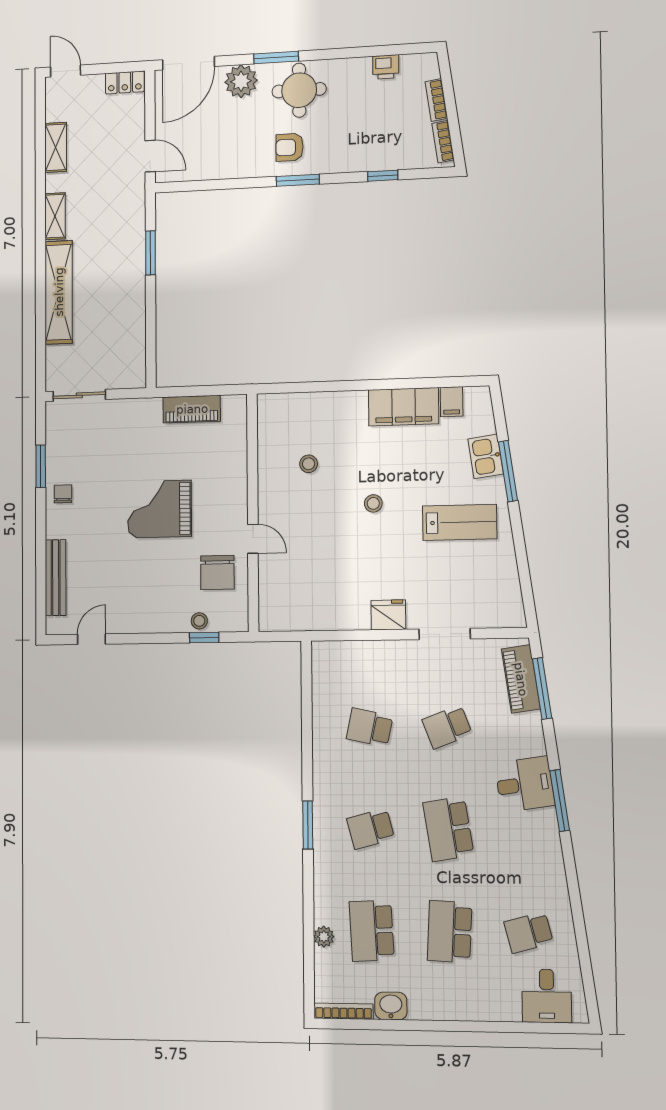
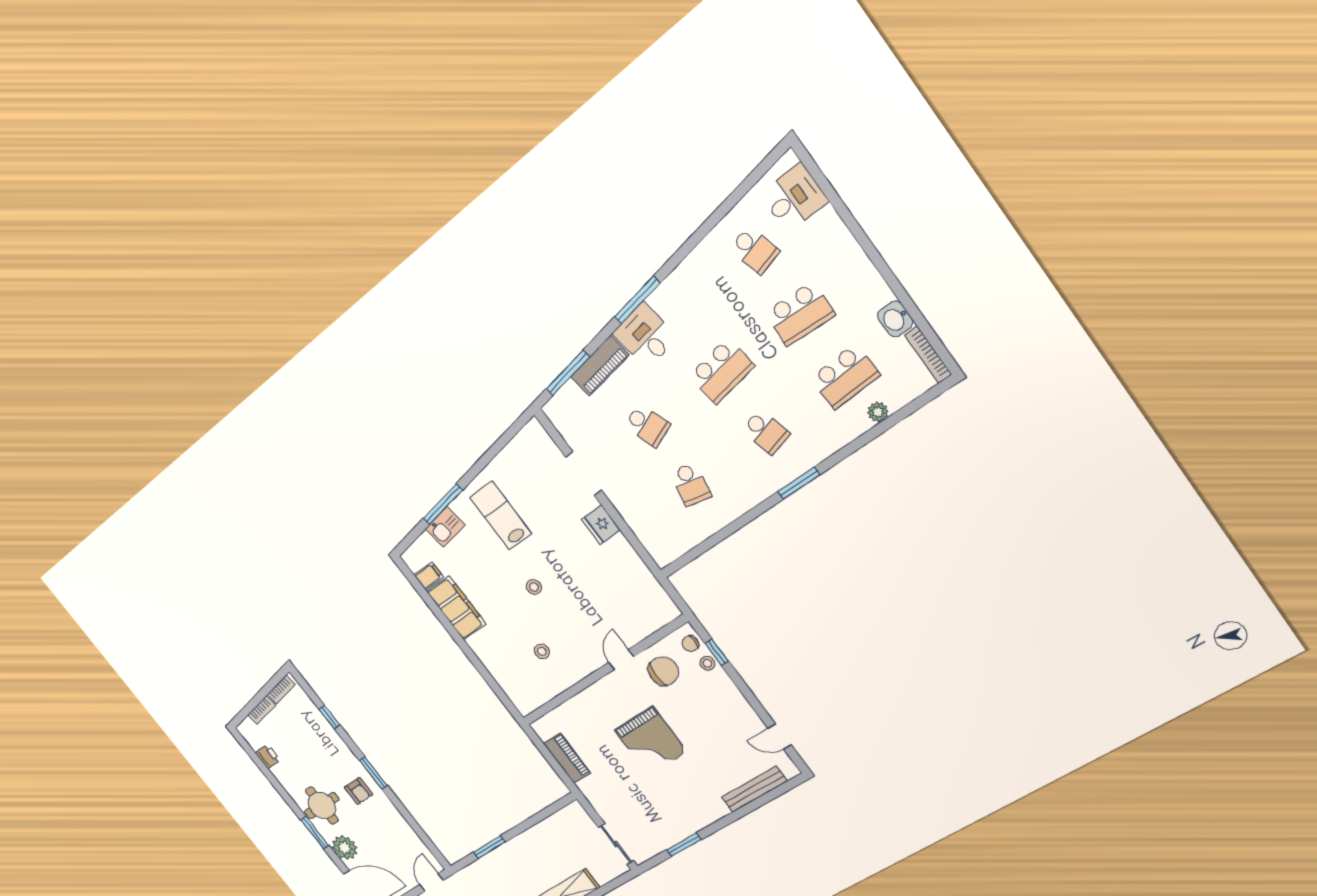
chair: (63, 494) -> (690, 644), moved
piano: (521, 679) -> (600, 366), moved

